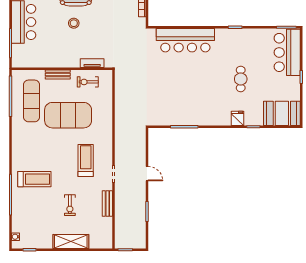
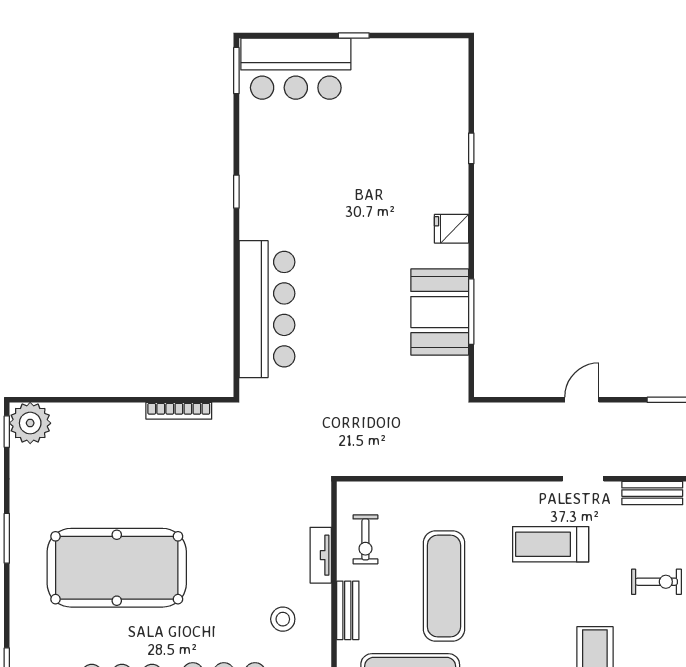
stool: (74, 23) -> (283, 619), moved
tv unit: (92, 63) -> (321, 555), moved
cafe table: (241, 79) -> (358, 178), removed
booth: (282, 113) -> (440, 312), moved
exercise mat: (68, 115) -> (444, 586), width x0.68
fridge: (237, 118) -> (452, 229), moved

